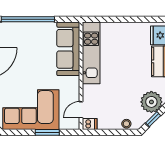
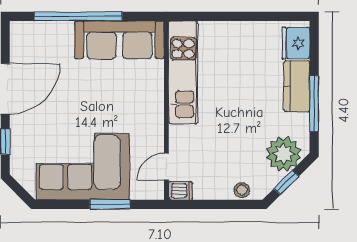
sofa: (68, 49) -> (119, 40), moved, turned -90

